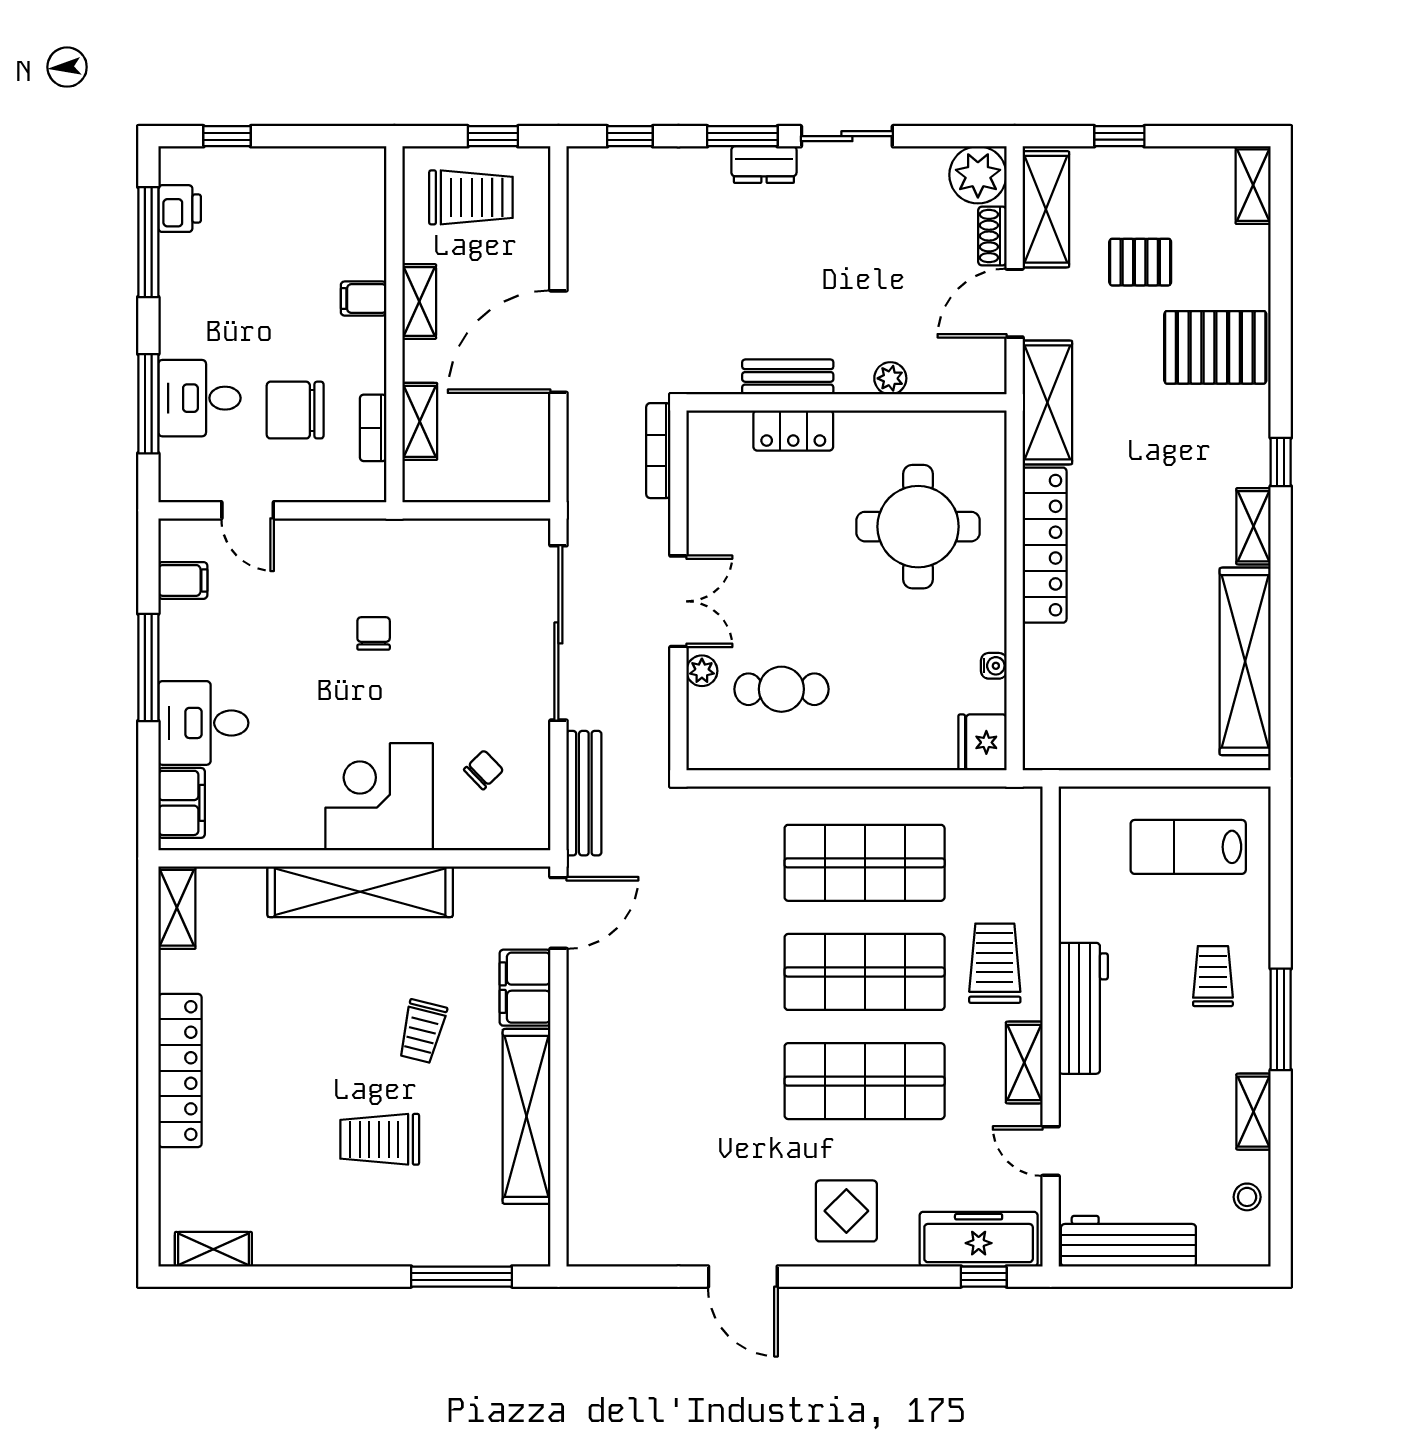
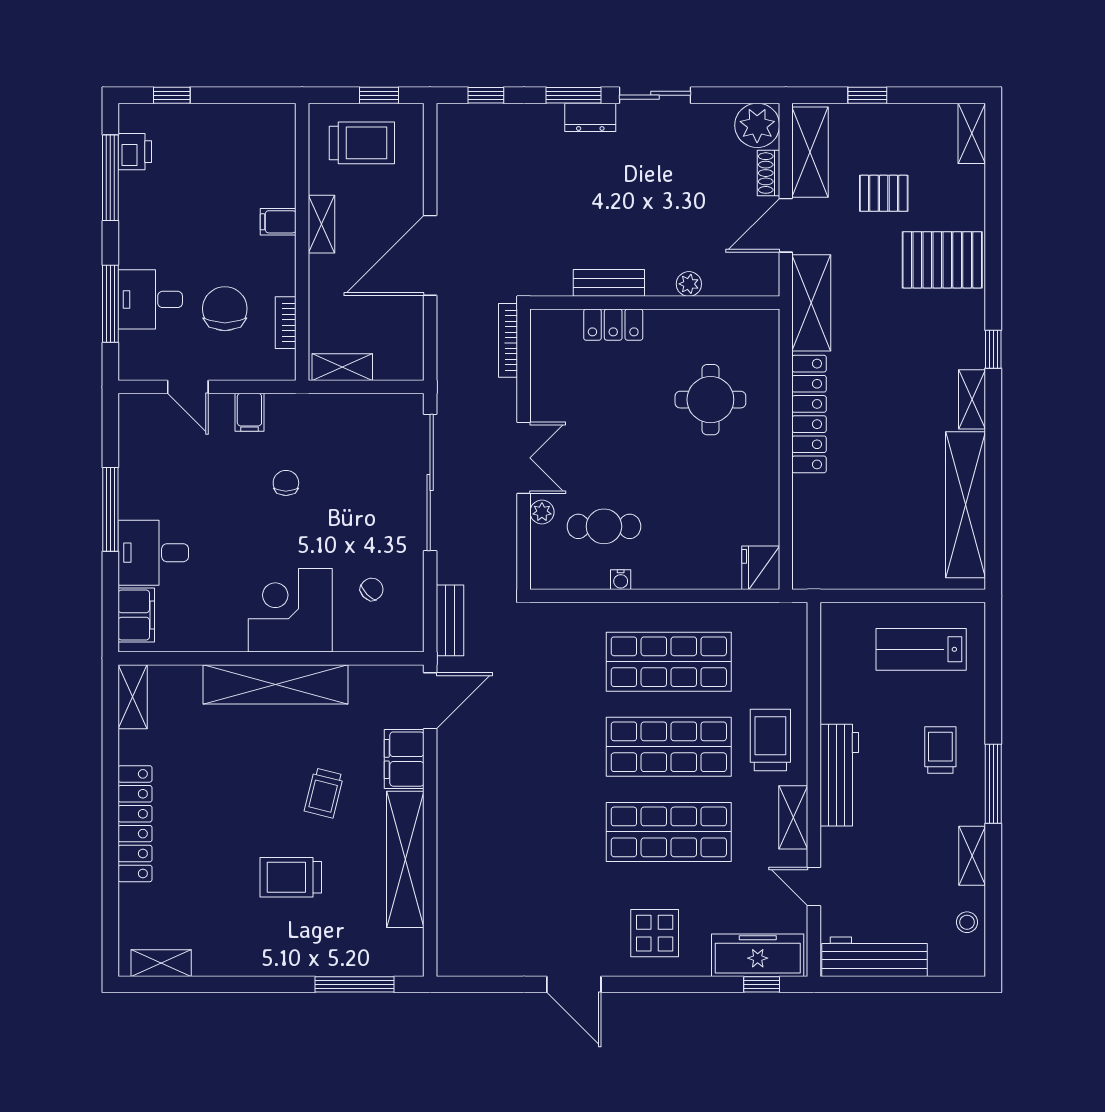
chair: (295, 410) -> (225, 309), turned 90
shelving: (420, 421) -> (342, 367), moved, turned 90
round table: (918, 527) -> (710, 400), width x0.73, depth x0.73
filing cabinet: (183, 580) -> (249, 412), moved, turned 90
water cooler: (994, 666) -> (621, 580), moved, turned 90
bench: (584, 793) -> (450, 620), width x0.73

